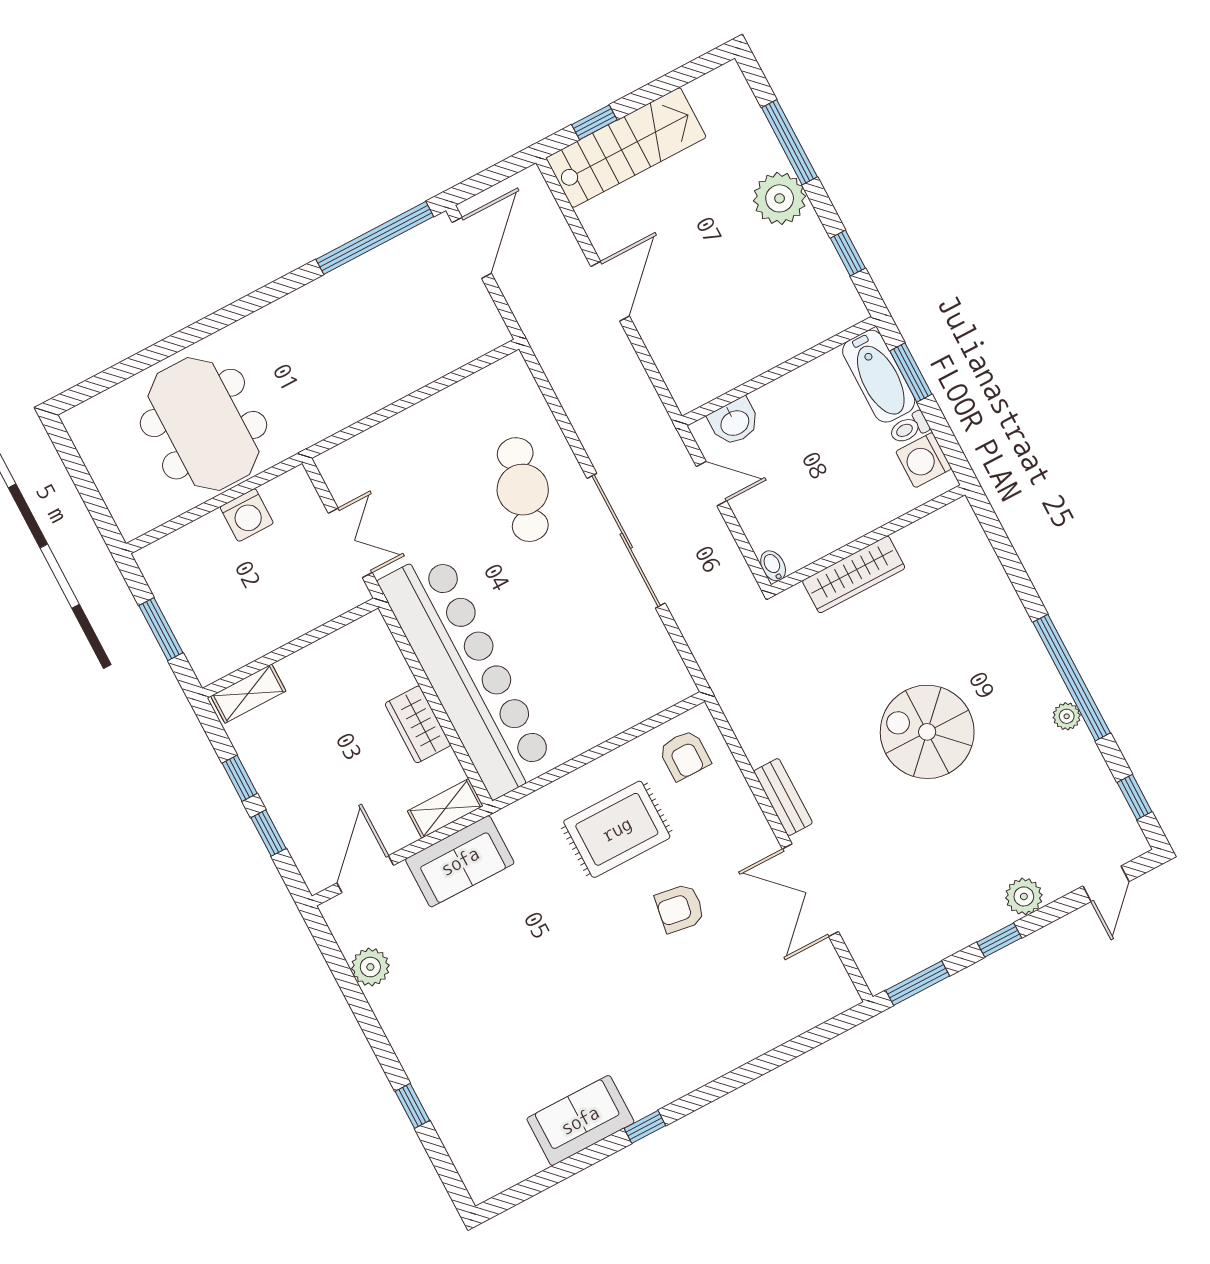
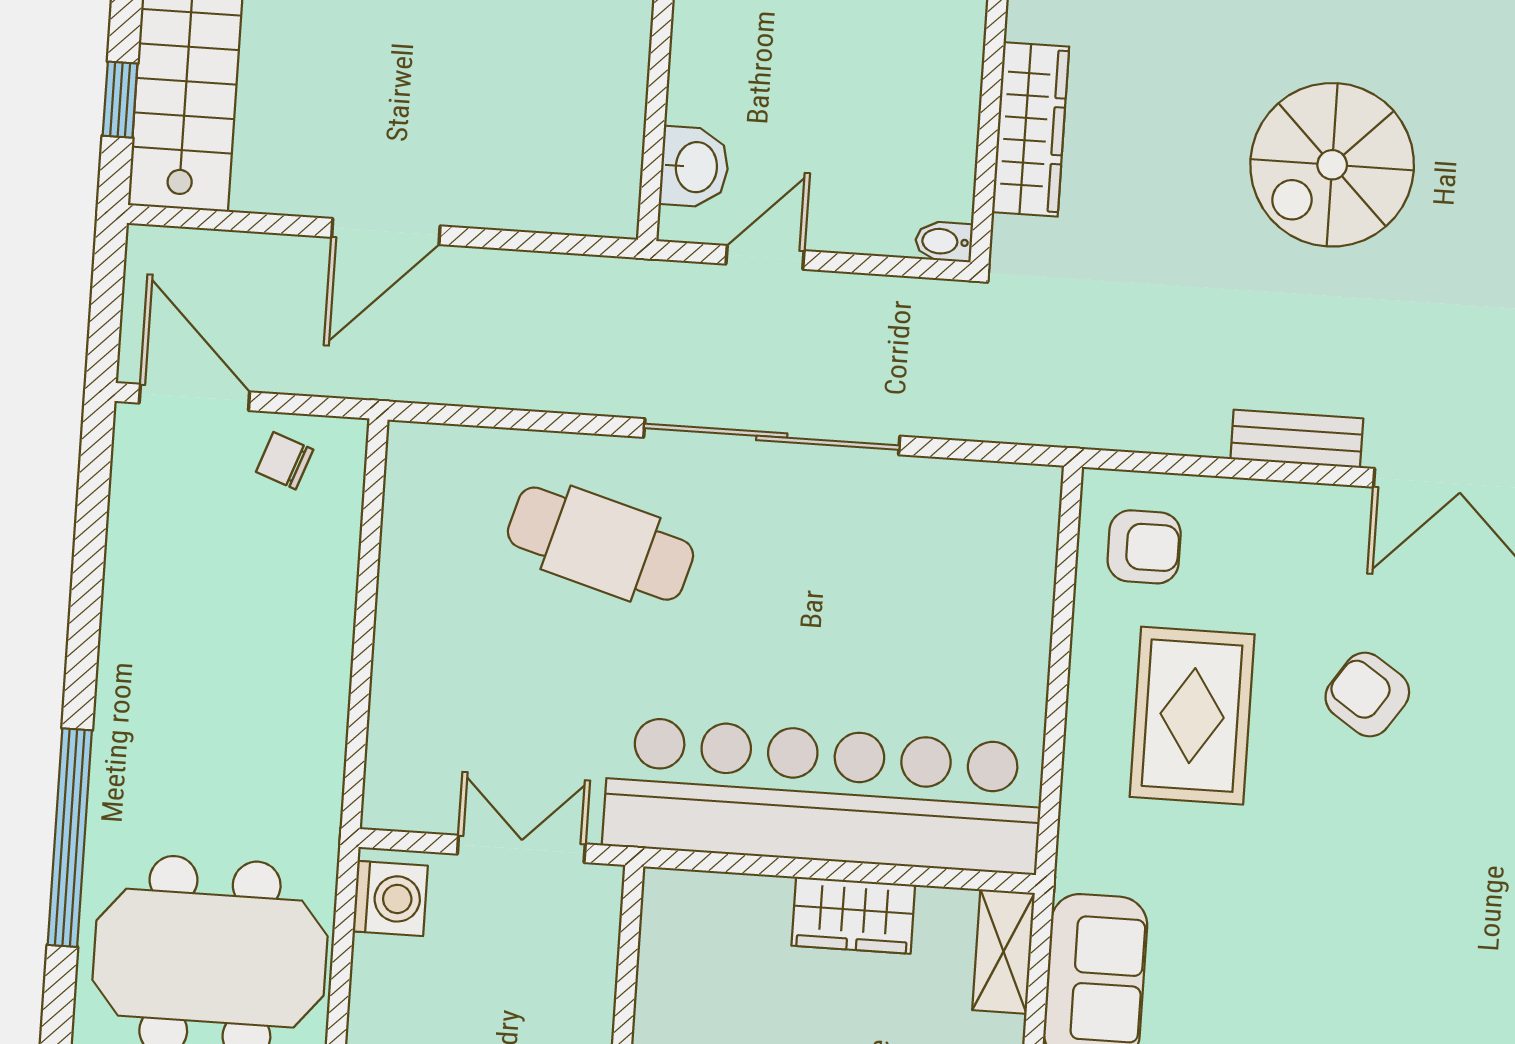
window: (375, 238) -> (70, 838), moved
door: (610, 291) -> (386, 232), swing flipped
chair: (468, 311) -> (285, 461), added
washing machine: (247, 515) -> (390, 899), moved
armchair: (680, 908) -> (1367, 695), turned 115

